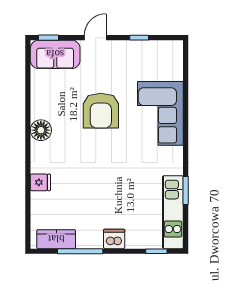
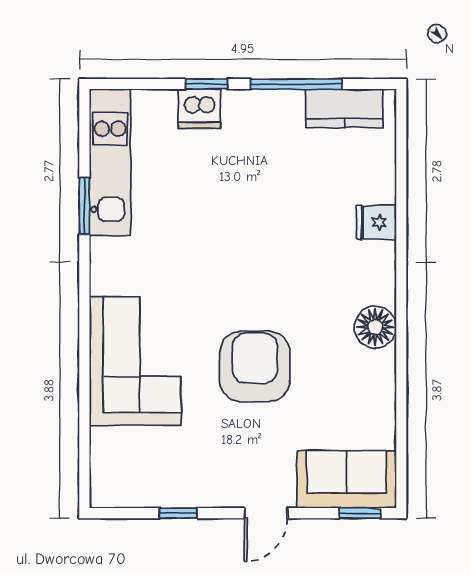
dishwasher: (114, 239) -> (199, 109), moved
window: (156, 251) -> (207, 84), moved

